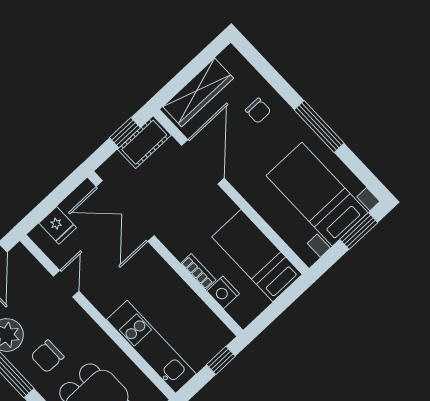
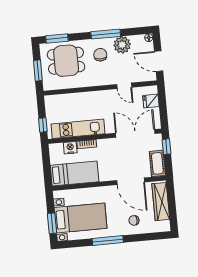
window: (125, 133) -> (167, 147), moved
kitchen unit: (151, 347) -> (78, 129), moved, turned 180

